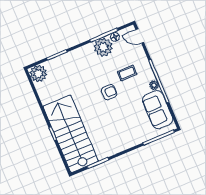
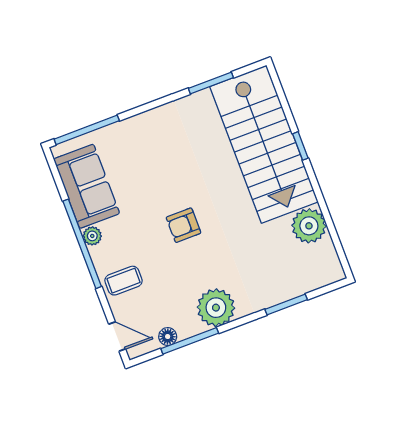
plant: (103, 47) -> (216, 308), moved
coffee table: (127, 73) -> (124, 281), moved
plant: (38, 74) -> (309, 226), moved

